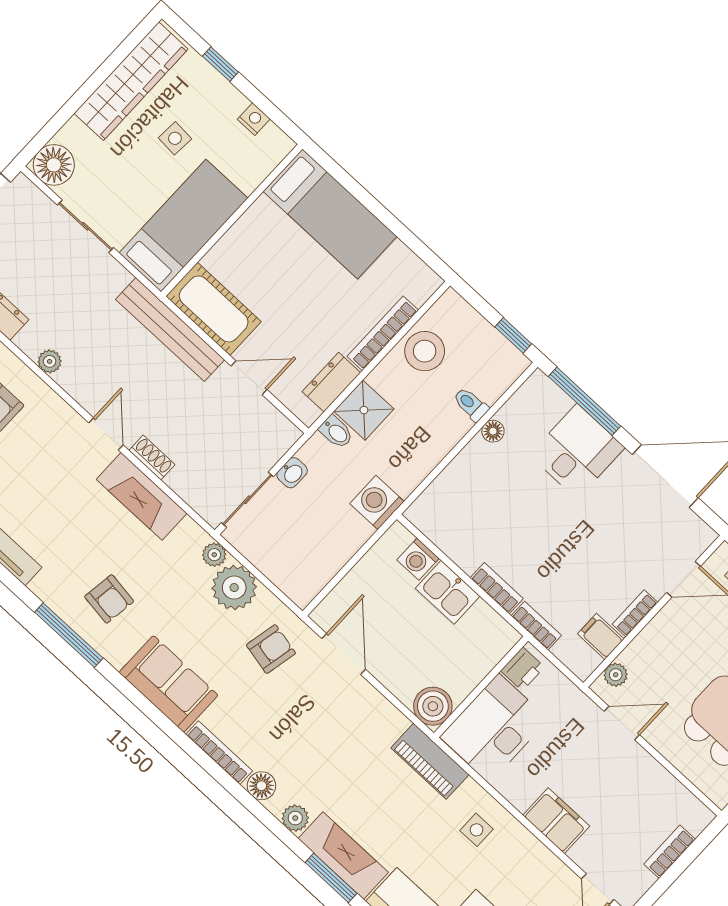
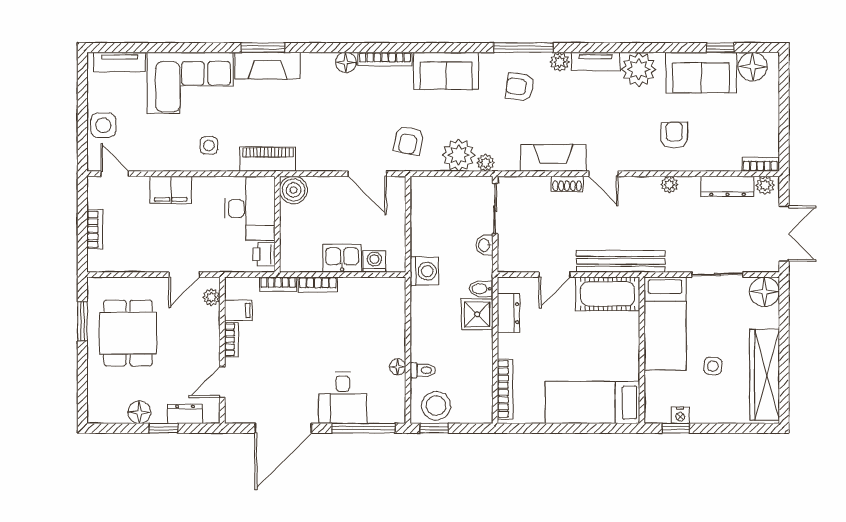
window: (220, 64) -> (676, 428), moved
bookcase: (383, 333) -> (505, 389), moved
stool: (425, 351) -> (436, 406), moved
plant: (295, 818) -> (560, 62), moved

